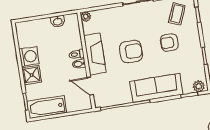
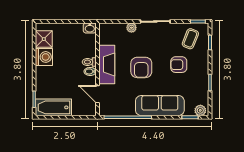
plant: (86, 17) -> (131, 28), moved
washbasin: (58, 21) -> (90, 28), moved
armchair: (131, 51) -> (141, 67), turned 90
shower: (32, 75) -> (44, 39), moved

